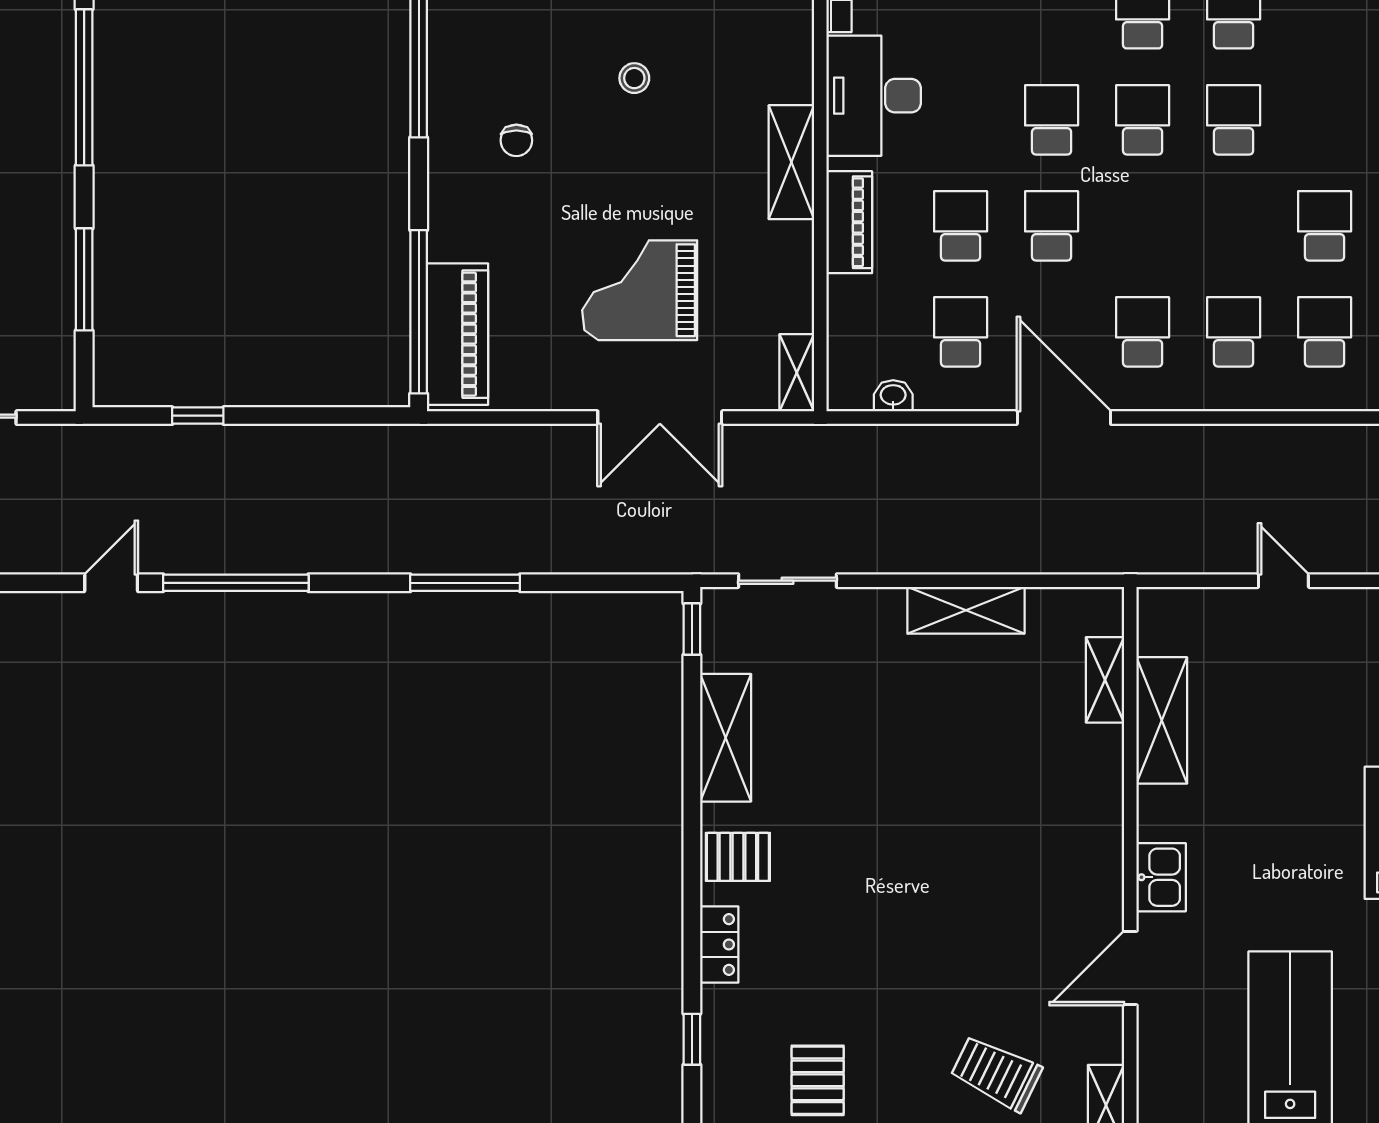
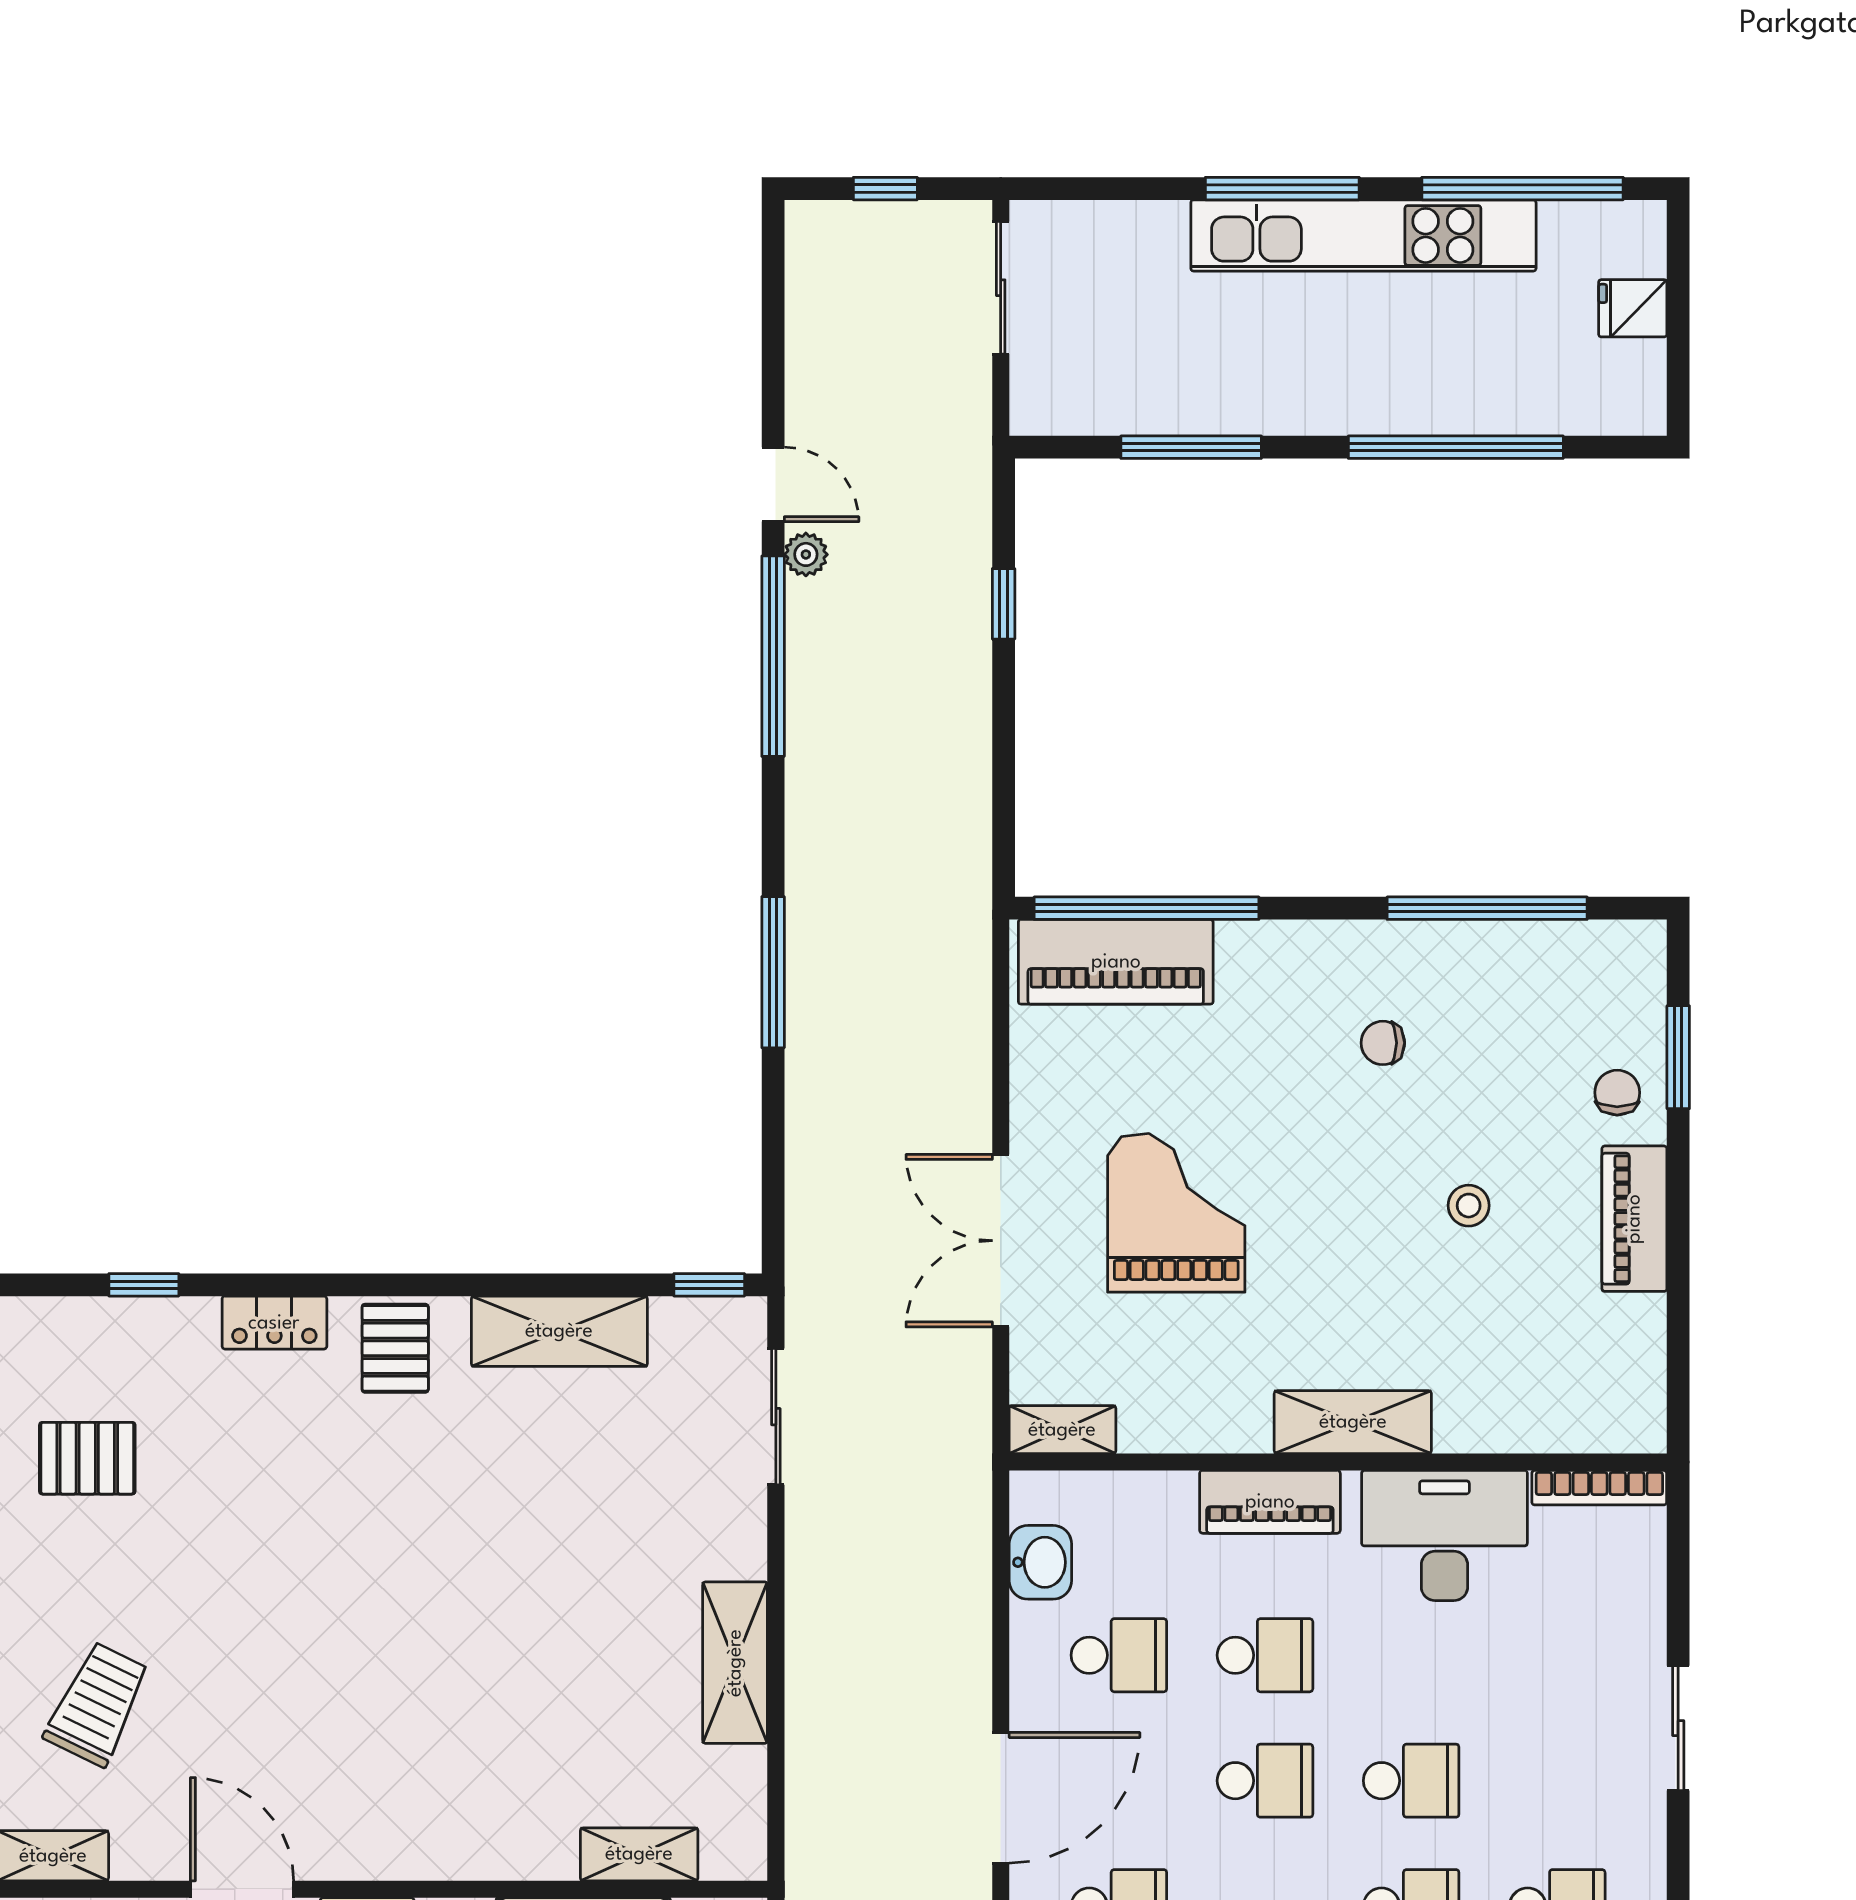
washbasin: (893, 396) -> (1040, 1562), width x1.38, depth x1.45
plant: (162, 559) -> (806, 554), added

